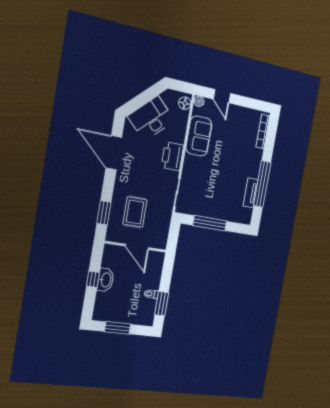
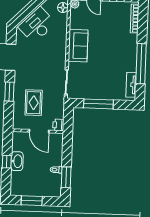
sofa: (199, 136) -> (78, 46), moved
printer: (172, 156) -> (58, 125), moved, width x0.53, depth x0.68
tv unit: (251, 193) -> (131, 85), moved
window: (104, 213) -> (9, 92), moved

